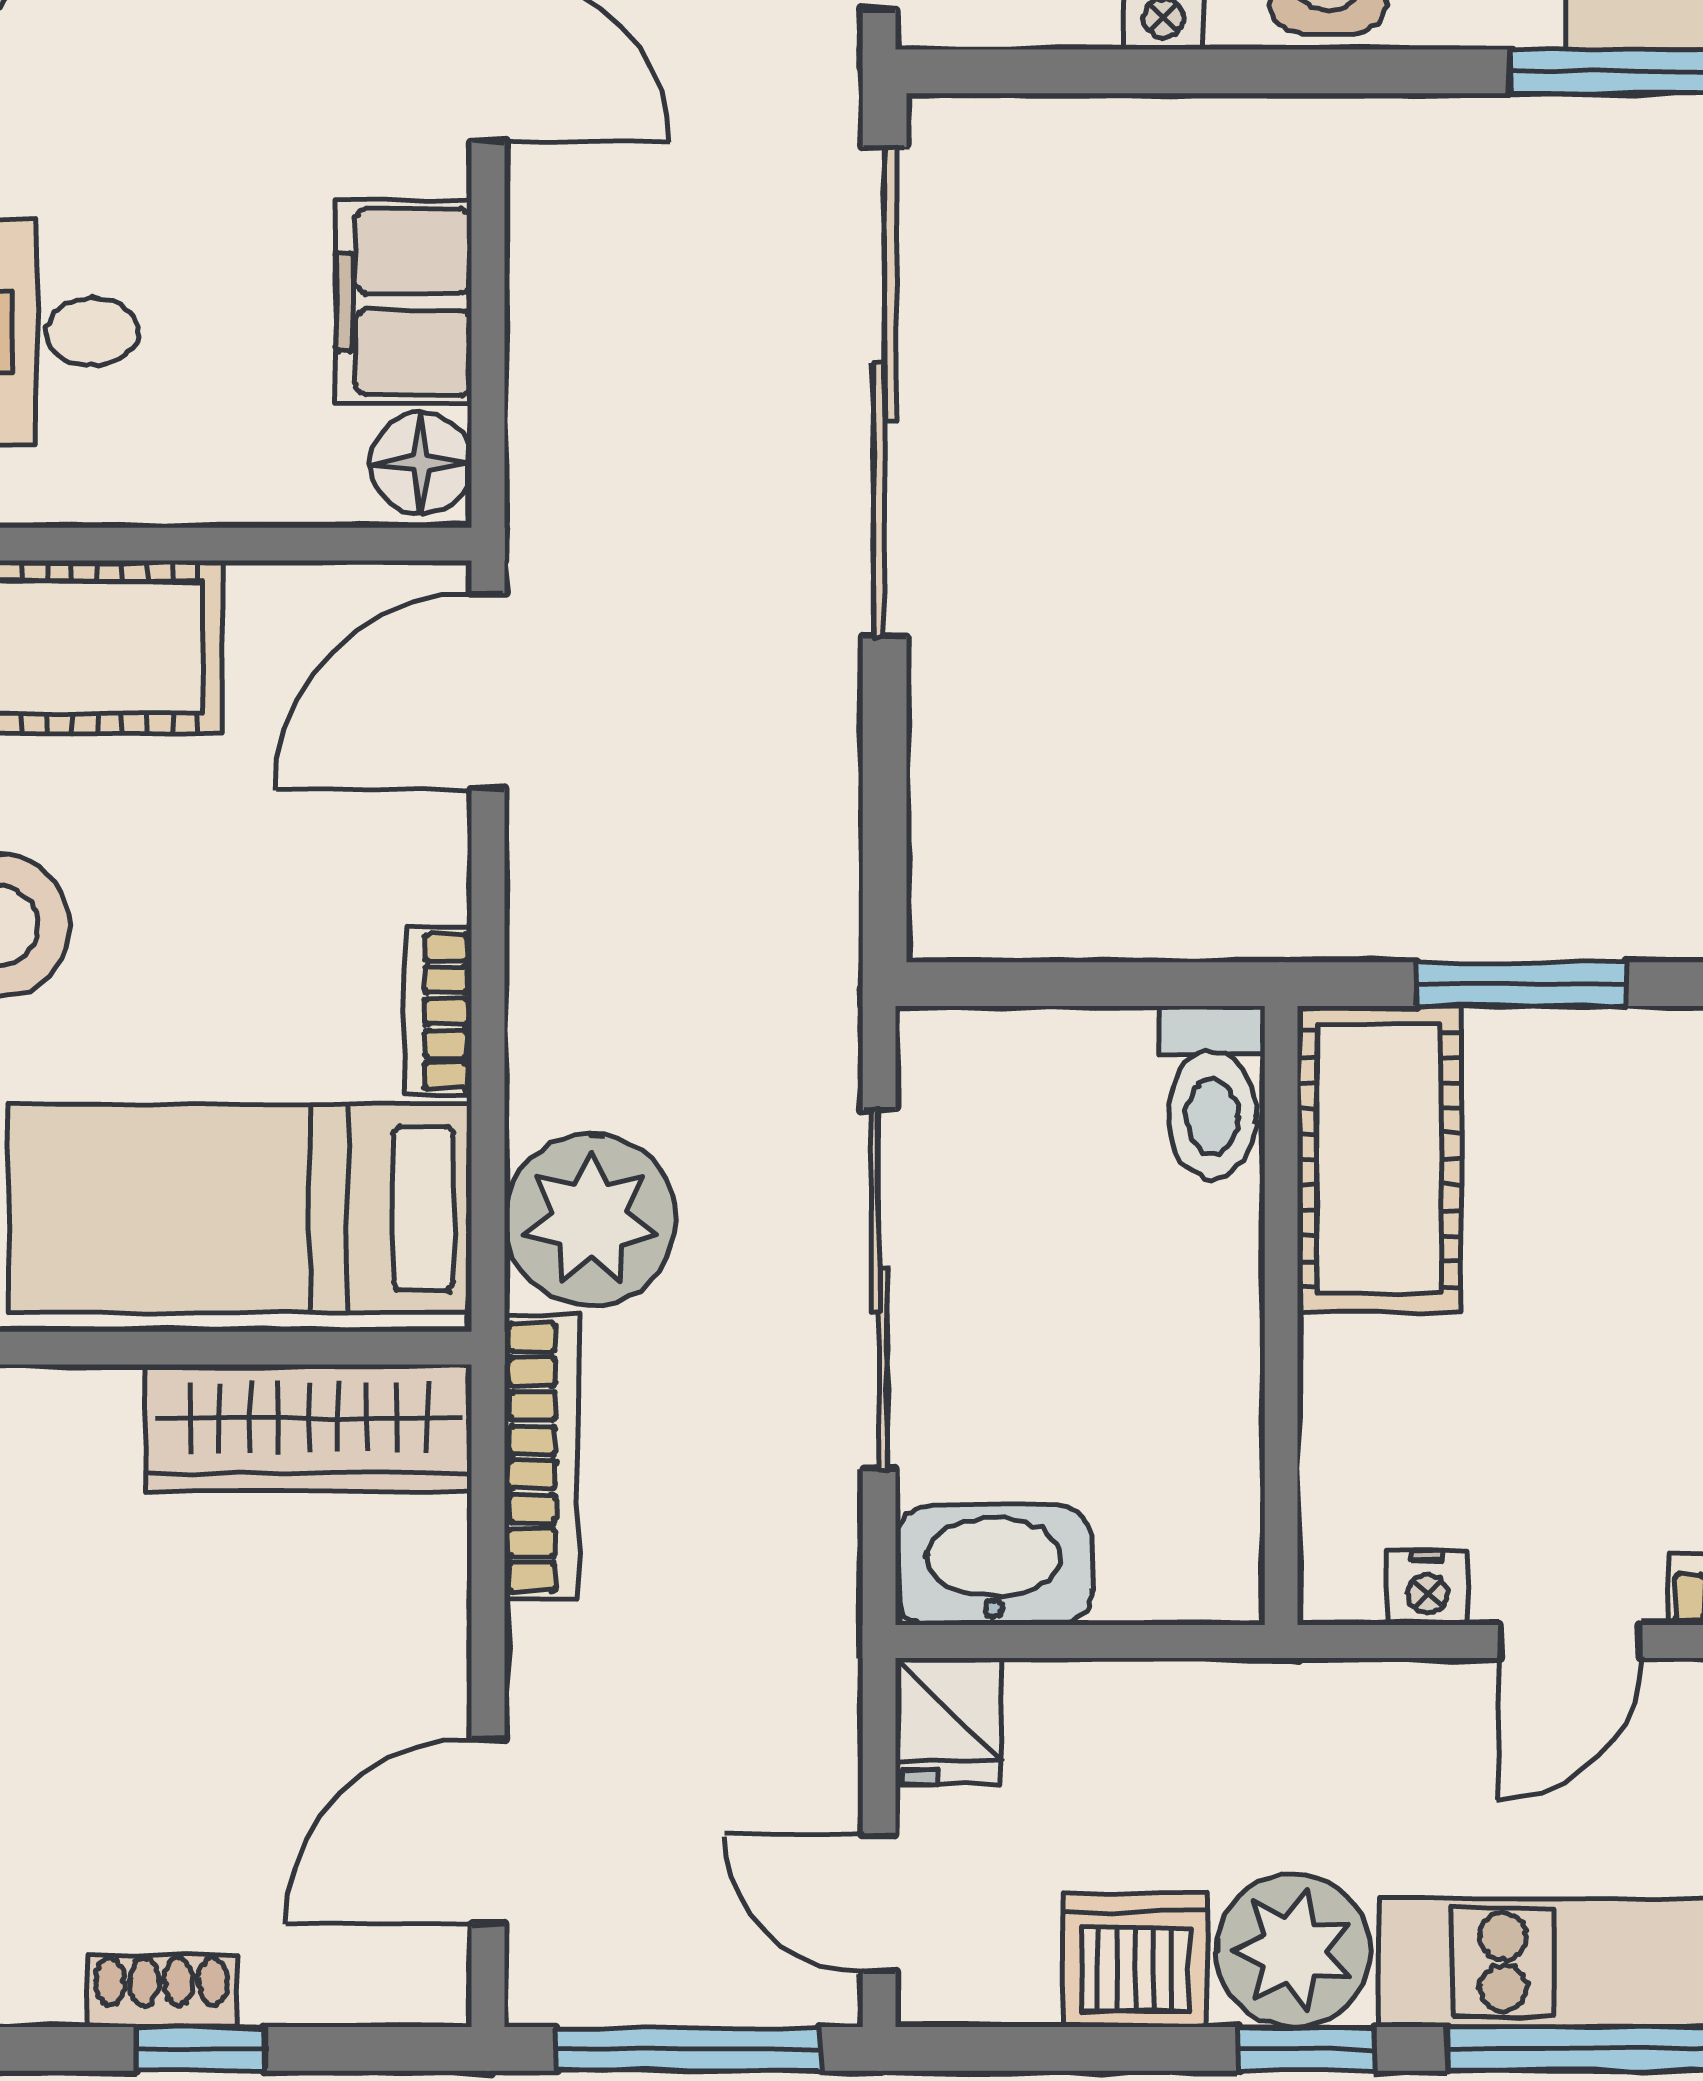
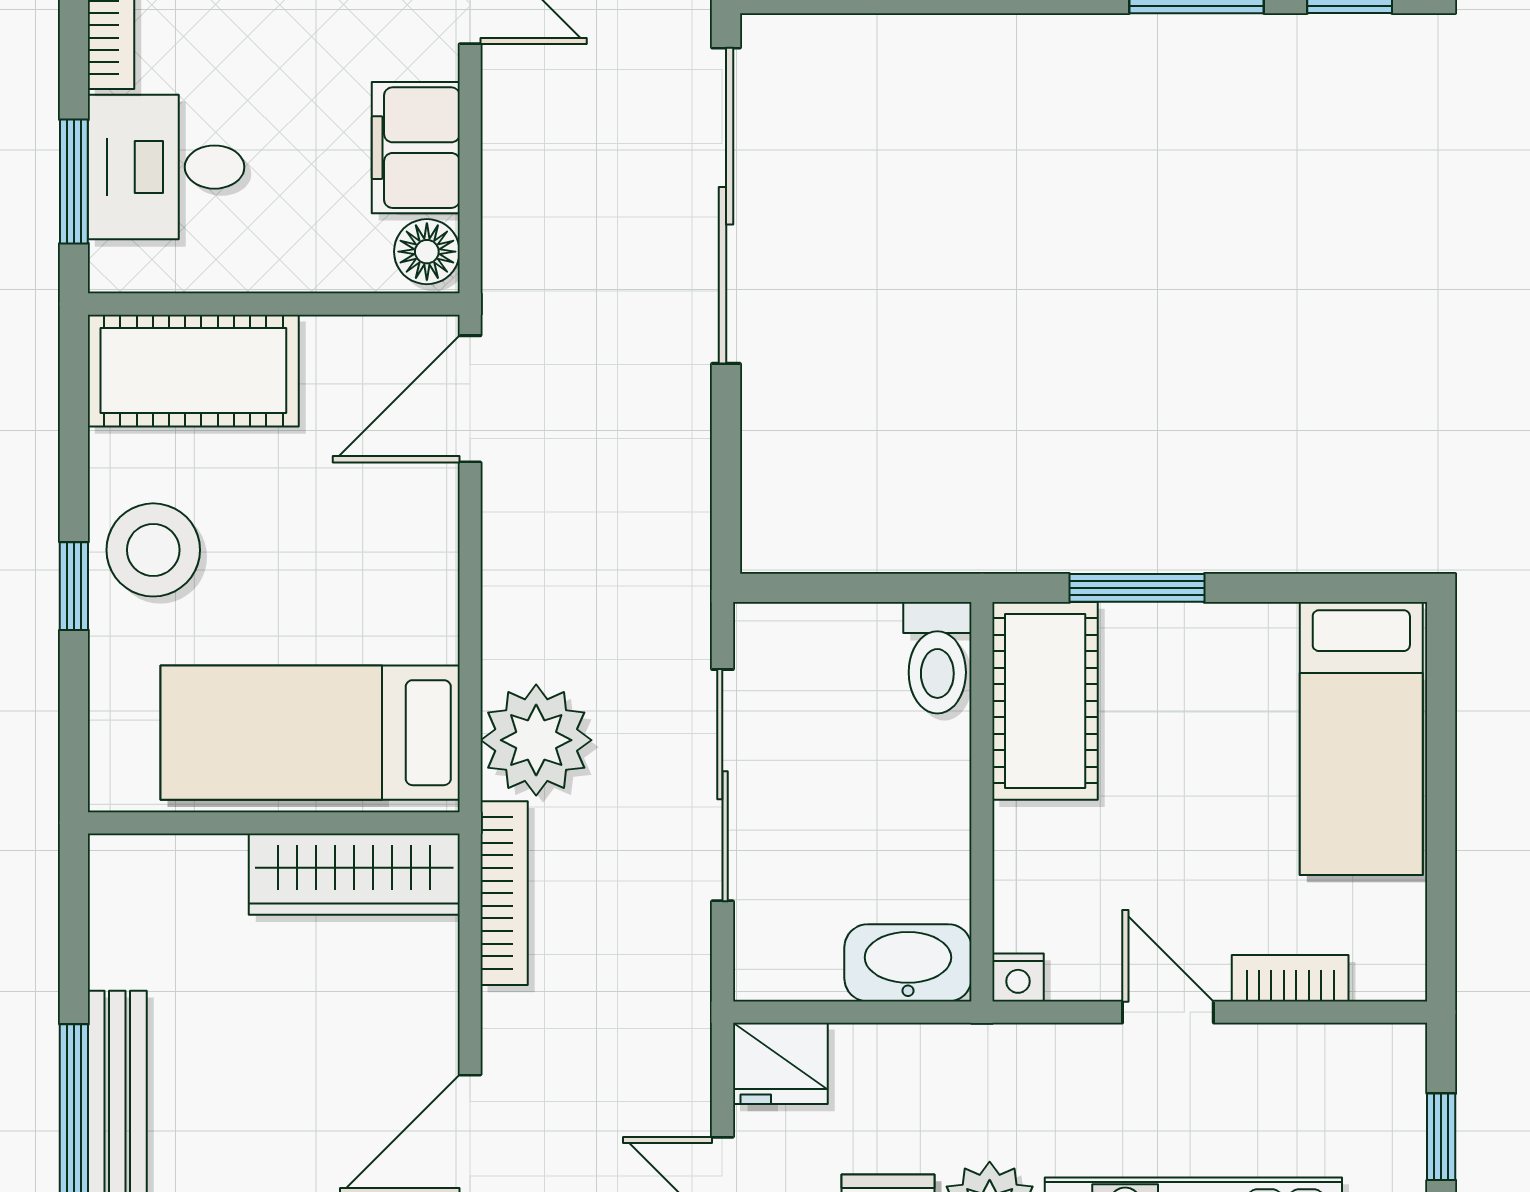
bookcase: (438, 1012) -> (438, 606), removed
washbasin: (994, 1565) -> (908, 963), moved
nightstand: (1427, 1588) -> (1018, 977), moved
door: (1569, 1641) -> (1168, 1012), swing flipped
fridge: (948, 1721) -> (780, 1063), width x1.38

